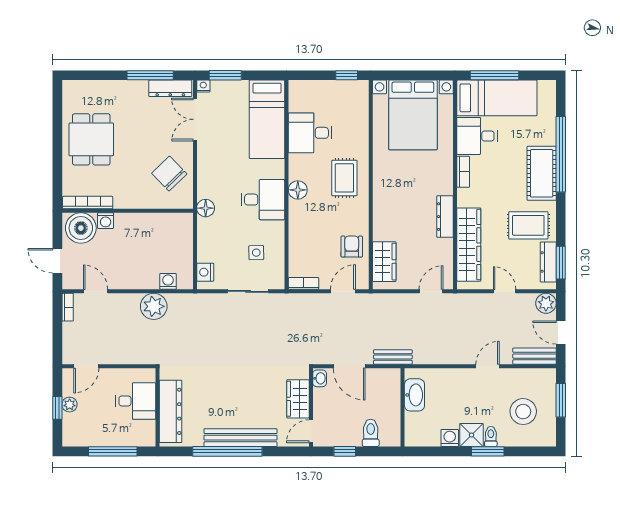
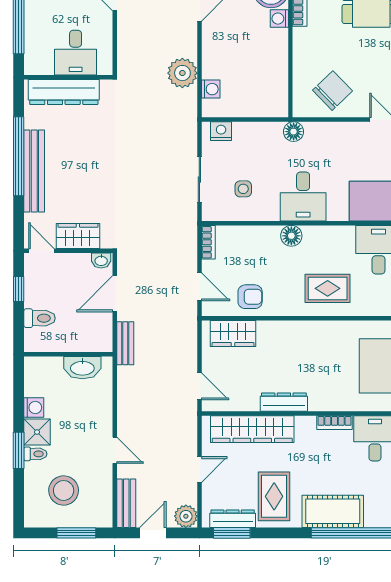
floor lamp: (298, 190) -> (291, 236), moved

